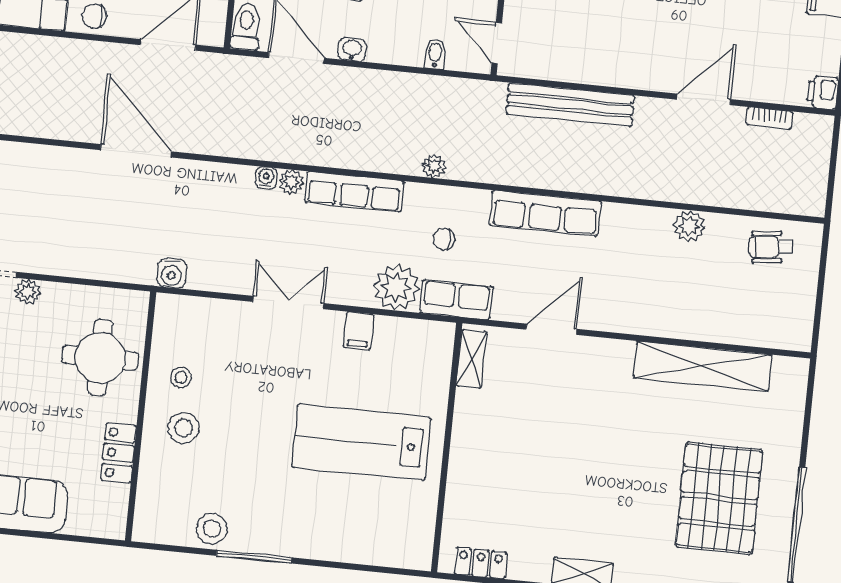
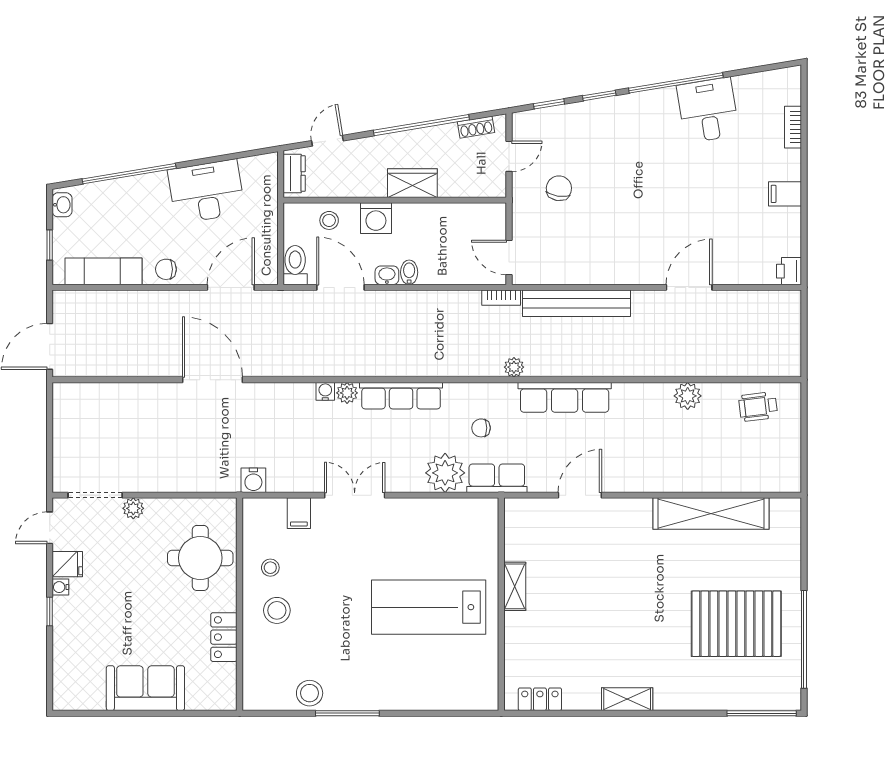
bidet: (435, 54) -> (409, 272), moved
bookcase: (769, 118) -> (501, 298), moved
plant: (434, 166) -> (514, 367), moved
filing cabinet: (359, 331) -> (299, 513), moved
shelving: (472, 359) -> (515, 586), moved
pallet: (719, 498) -> (736, 624), turned 90

